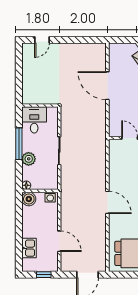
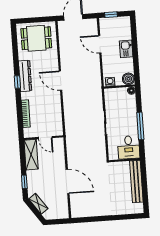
door: (42, 40) -> (127, 217), removed
bench: (28, 80) -> (136, 181), added
plant: (29, 159) -> (131, 113), removed
kitchen sink: (29, 248) -> (126, 49), moved

